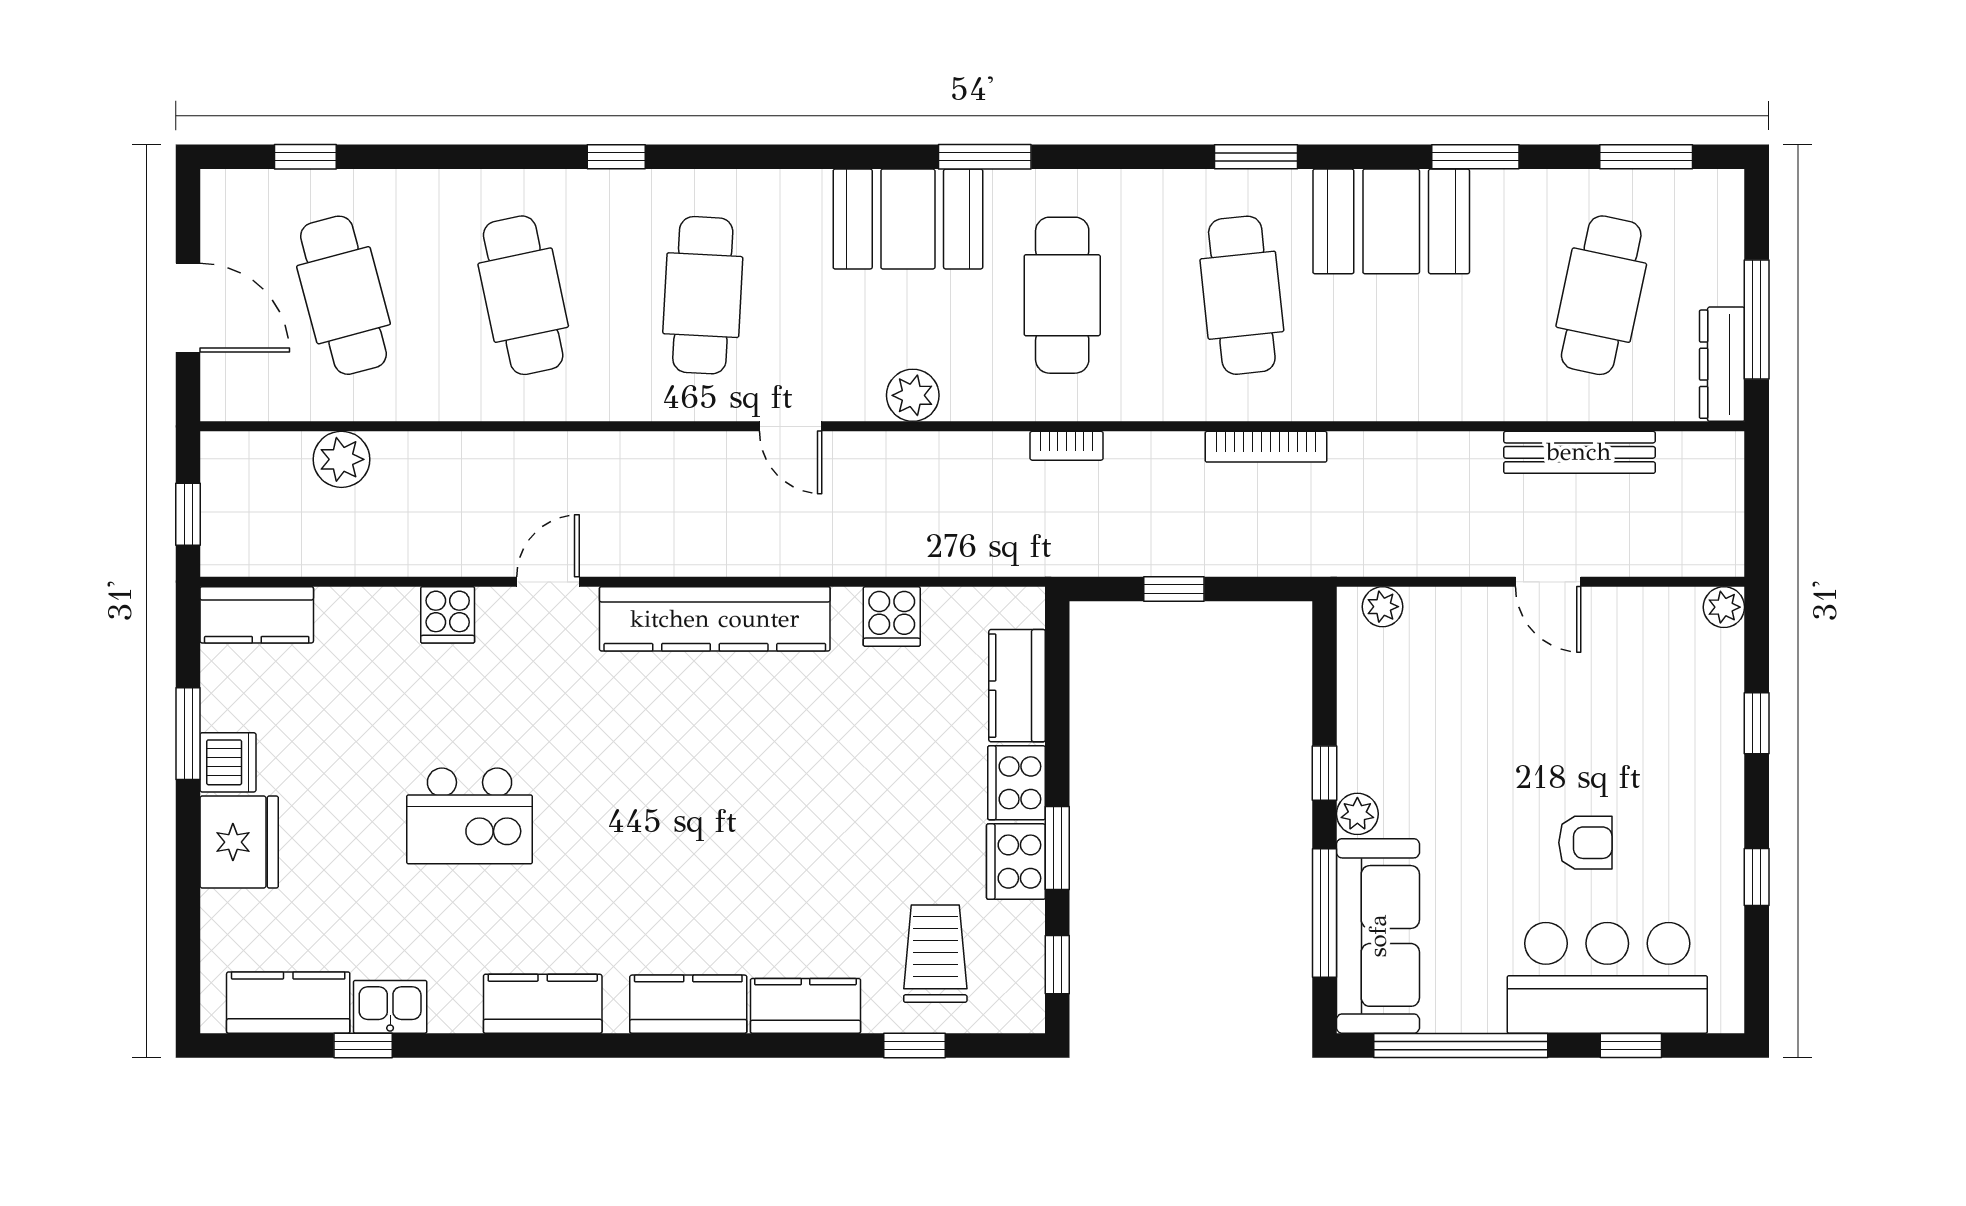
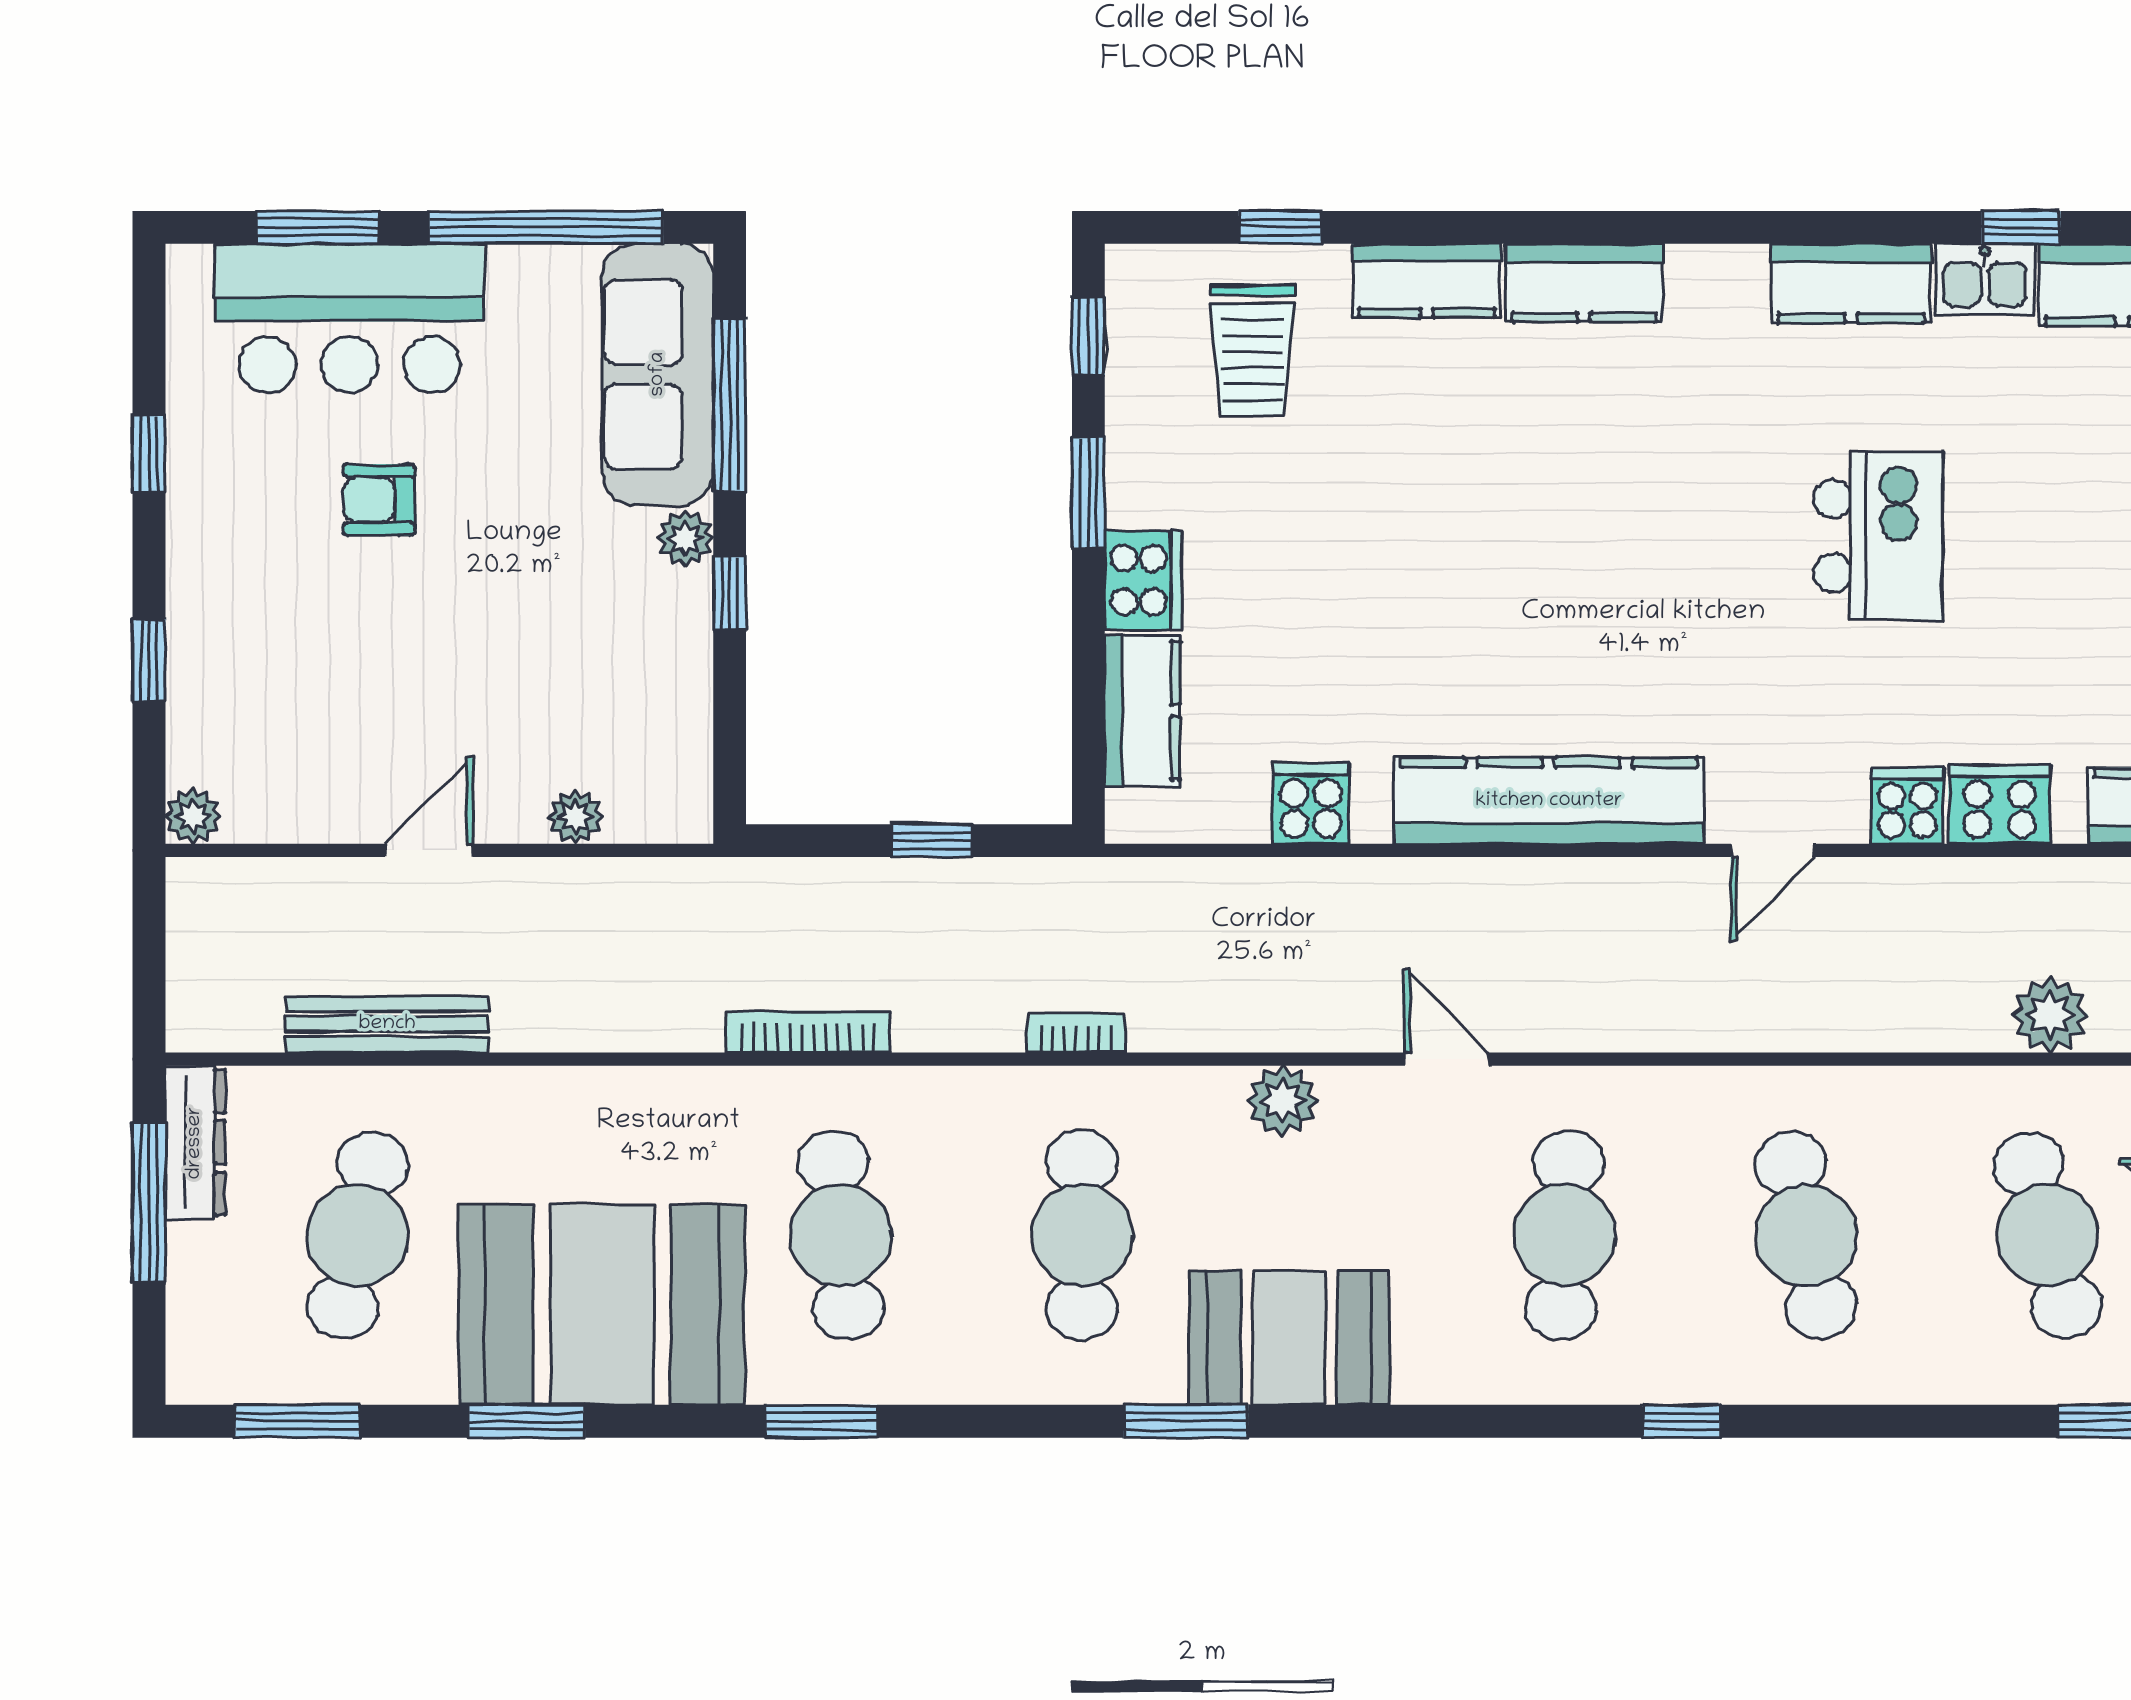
booth: (1391, 221) -> (602, 1305), width x1.36, depth x1.42
door: (1548, 582) -> (429, 850), hinge flipped
plant: (1383, 607) -> (575, 817), moved
kitchen island: (469, 816) -> (1878, 536), turned 90
cooker: (1016, 862) -> (2000, 805), moved, turned -90
kitchen counter: (543, 1004) -> (1851, 283), moved
window: (1631, 1045) -> (318, 227), width x1.50

